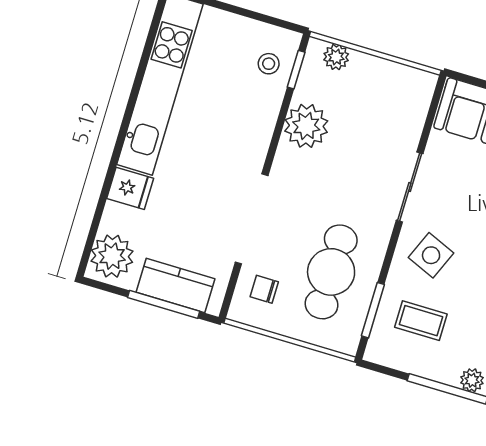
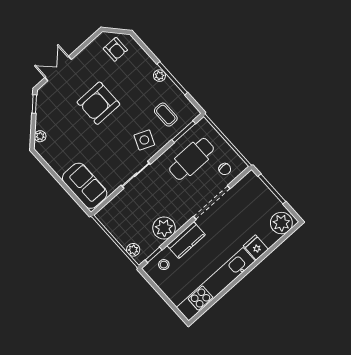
kitchen counter: (176, 285) -> (186, 240), moved, turned -90

